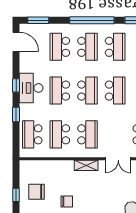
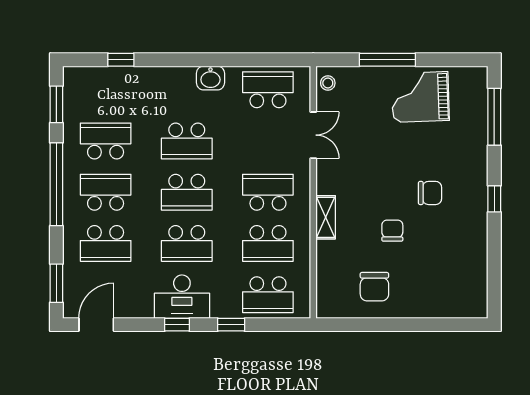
school desk: (87, 91) -> (187, 192), turned 180
school desk: (115, 91) -> (187, 141), turned 180
shelving: (86, 165) -> (326, 217), moved
window: (16, 195) -> (380, 325), removed

